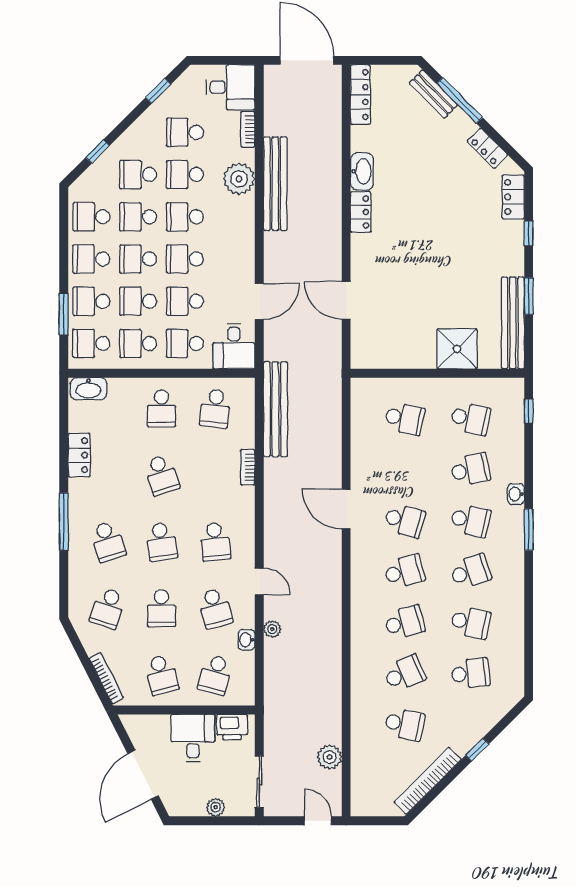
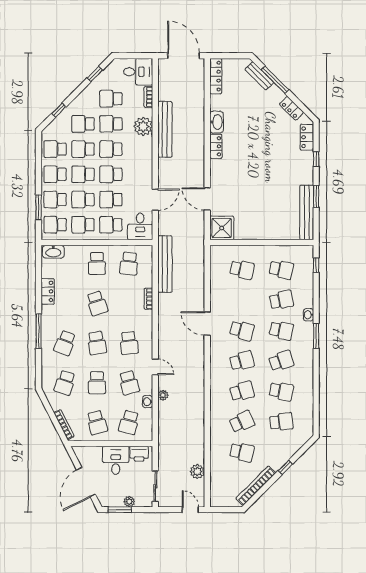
shower: (457, 349) -> (222, 228), moved
school desk: (108, 542) -> (65, 343), turned 39
window: (200, 821) -> (120, 510), added

